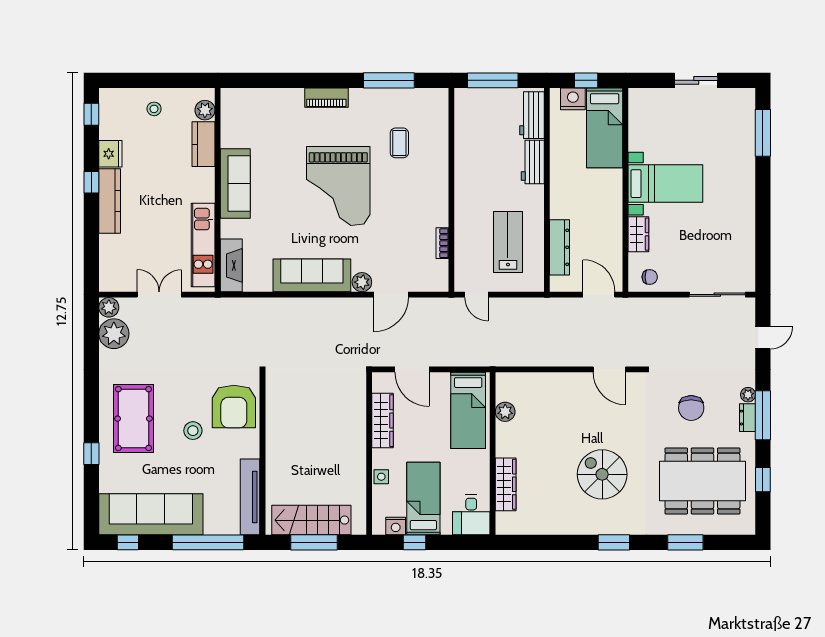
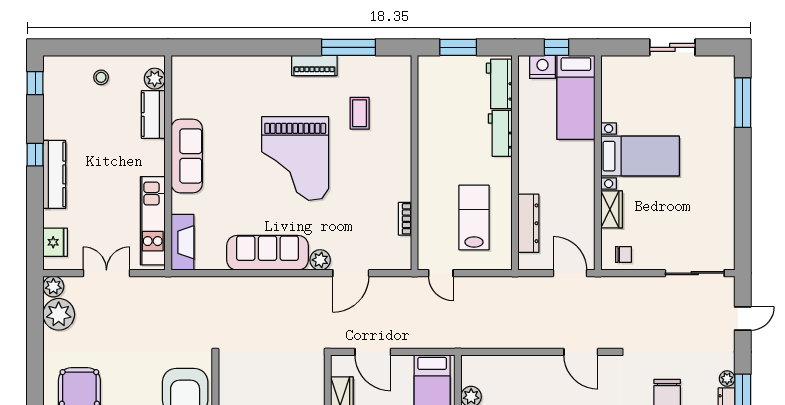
window: (493, 80) -> (458, 47), width x0.69
piano: (326, 98) -> (314, 65), moved
fridge: (110, 154) -> (55, 242), moved

